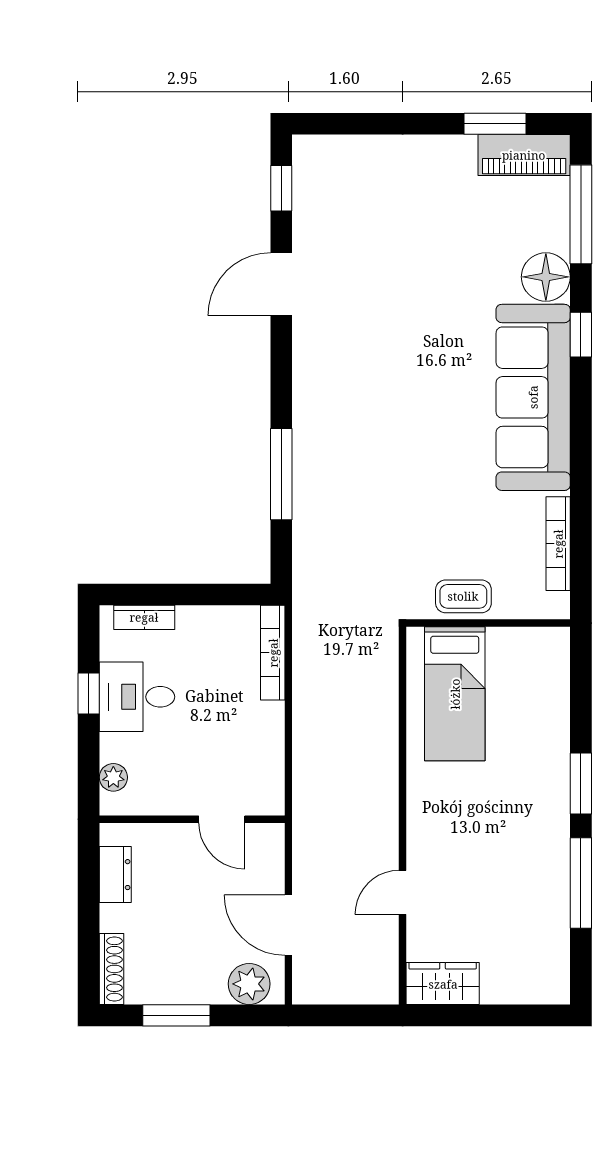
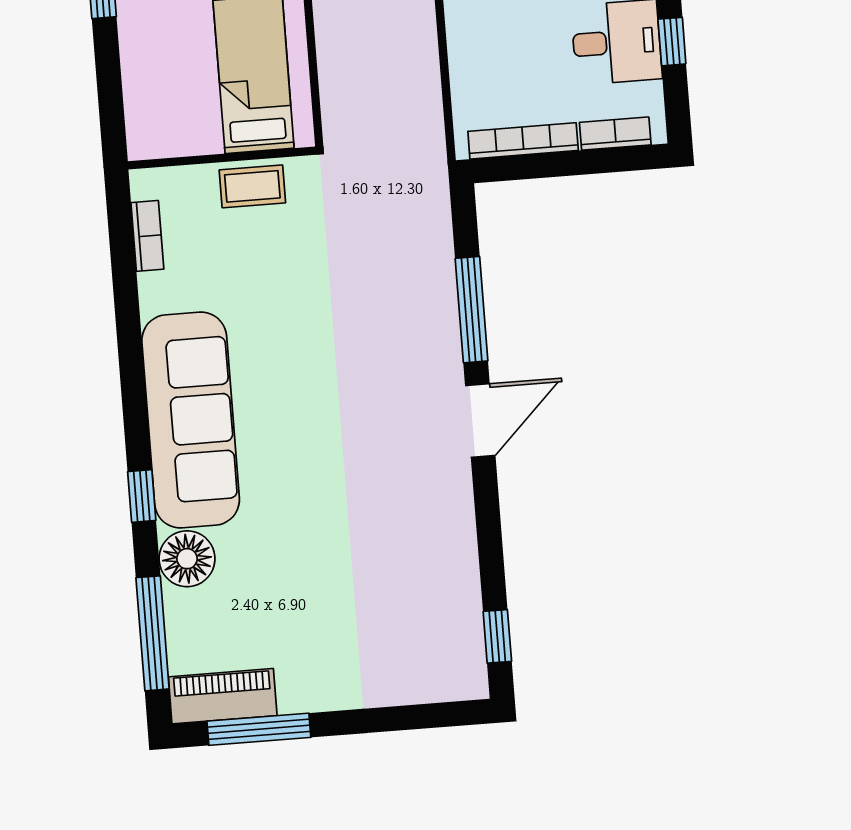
window: (495, 124) -> (259, 729), width x1.44
door: (281, 284) -> (480, 421), moved
bookcase: (558, 544) -> (147, 236), width x0.64
bookcase: (273, 653) -> (523, 141), moved, turned -90

